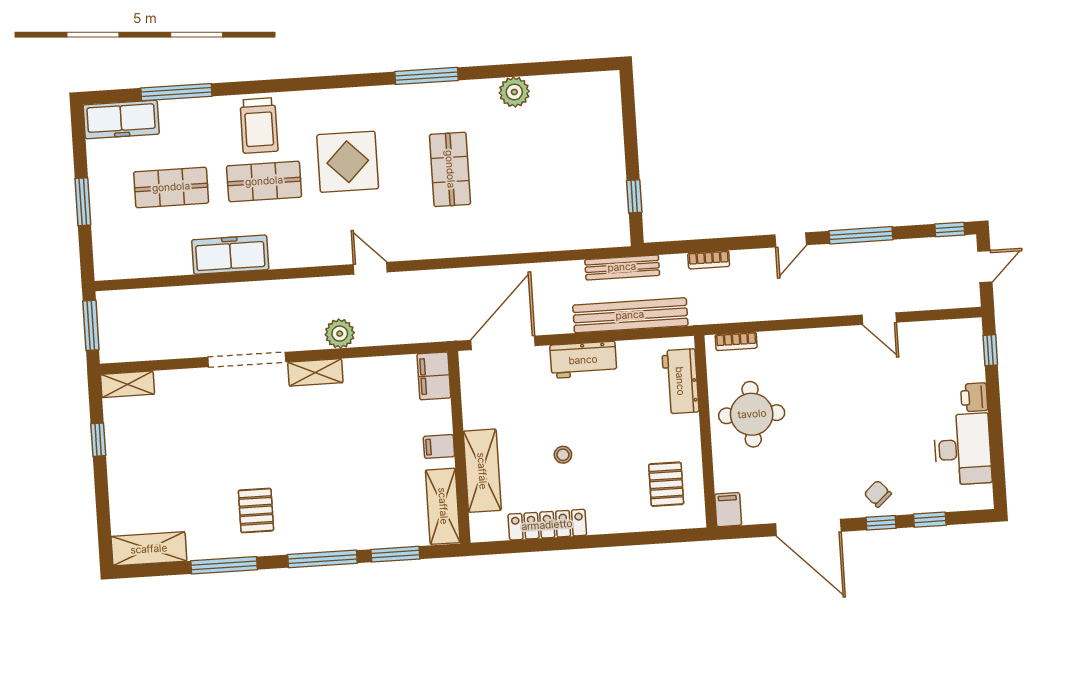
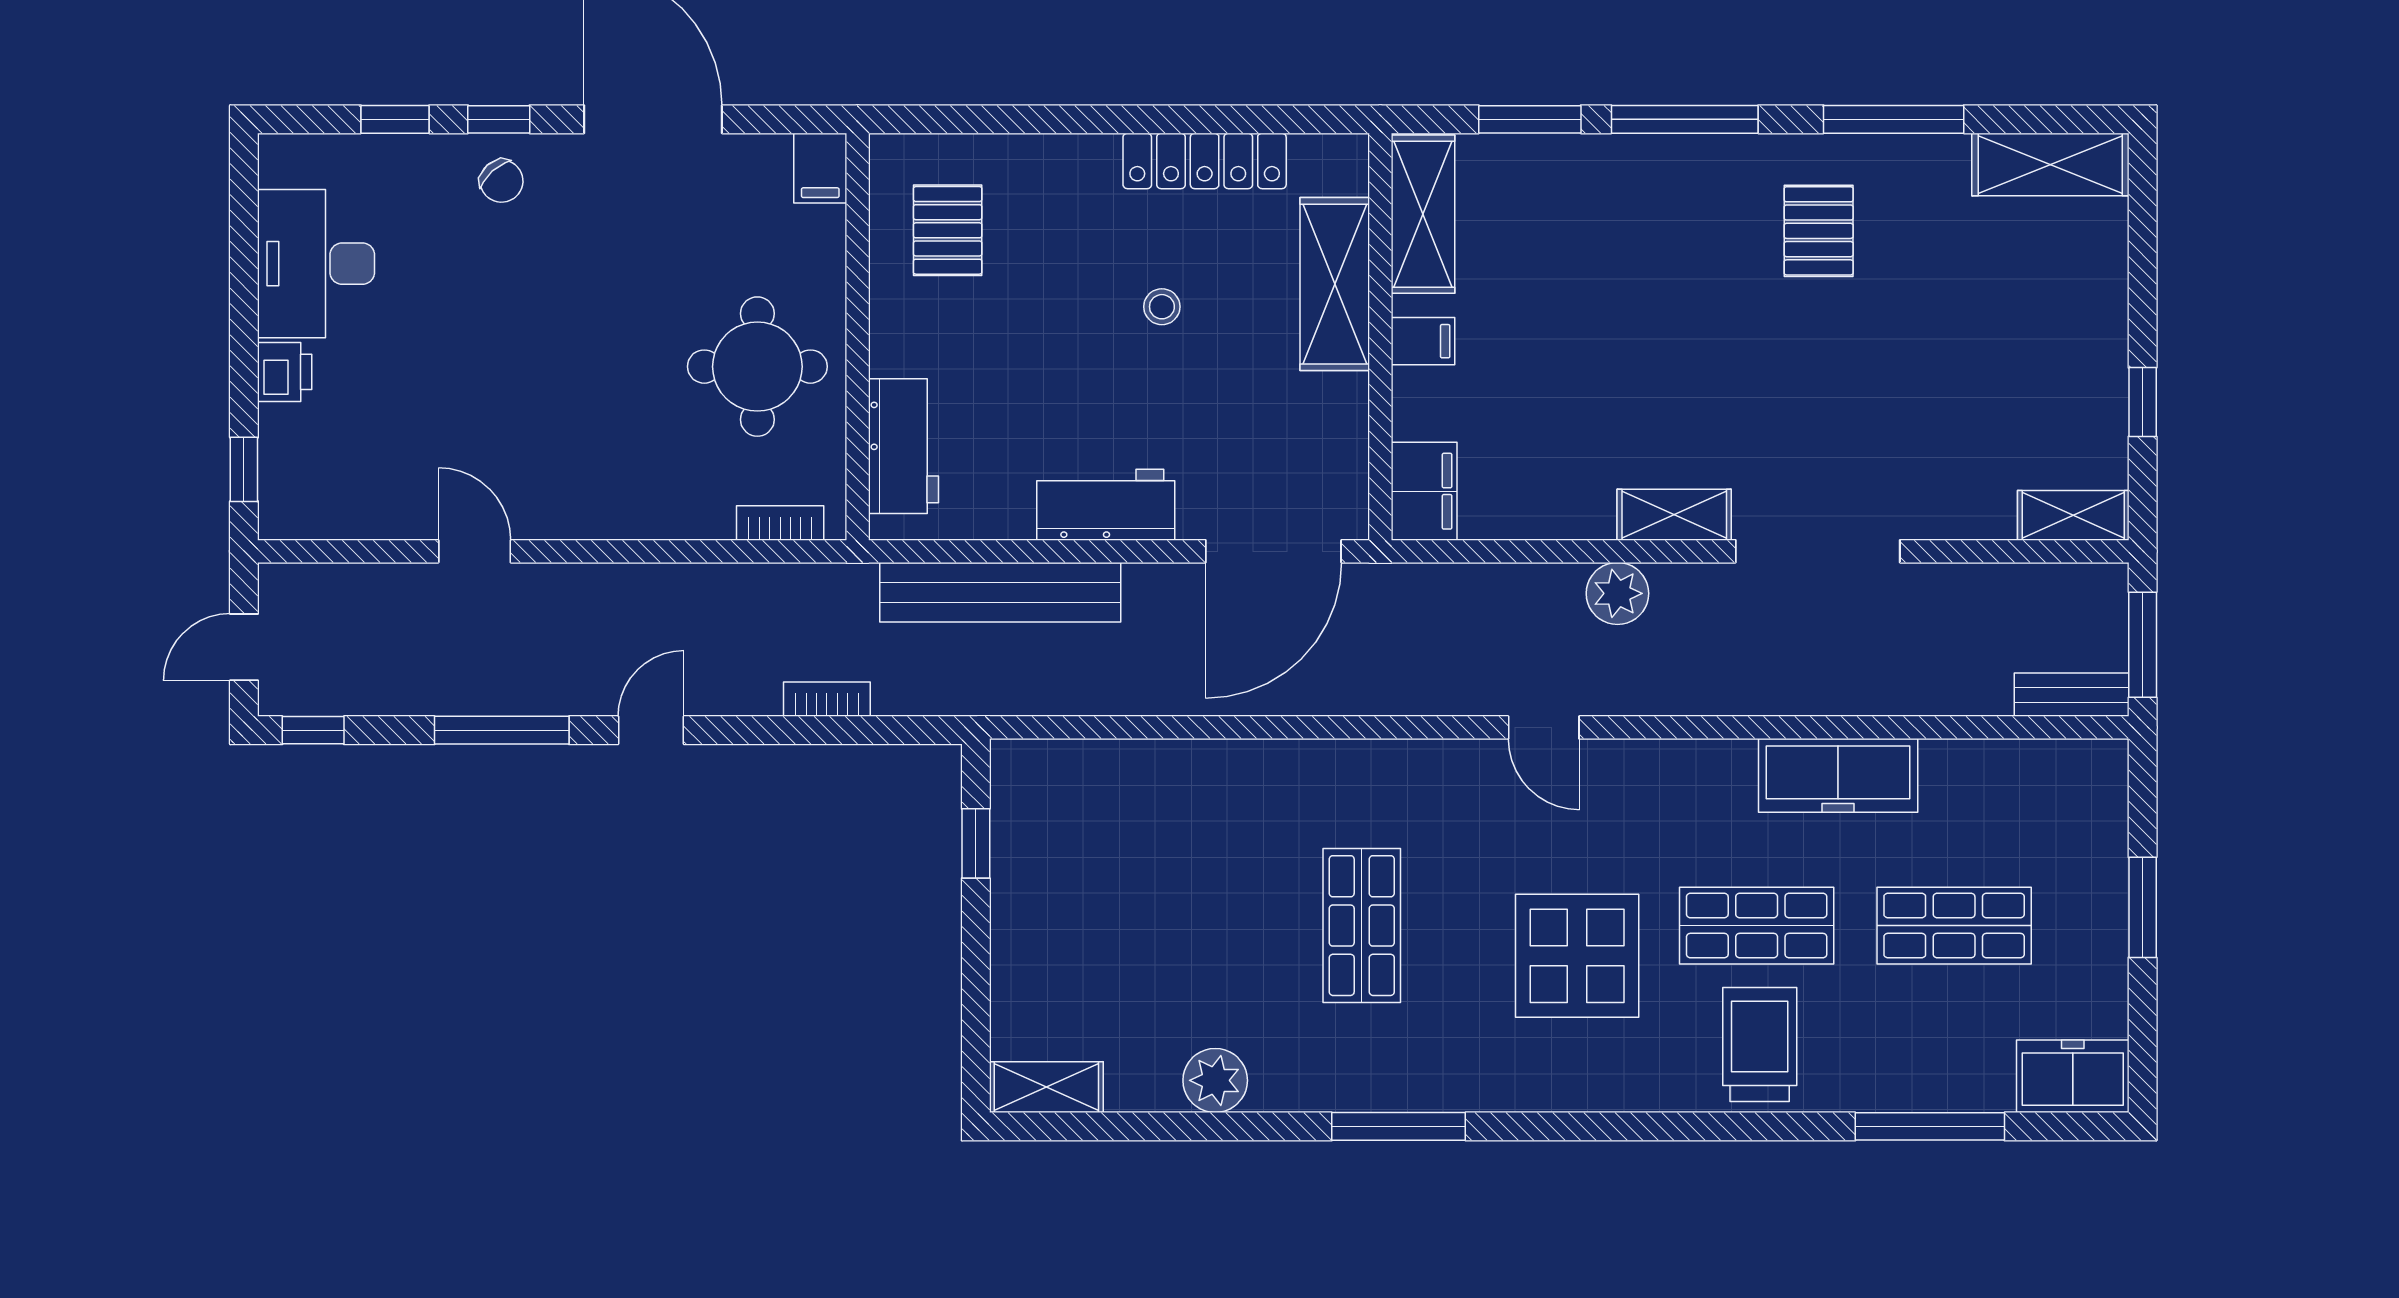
shelving: (594, 84) -> (1046, 1087), added
freezer: (121, 119) -> (2073, 1076), width x0.71
bench: (622, 267) -> (2072, 695), moved, width x0.73

